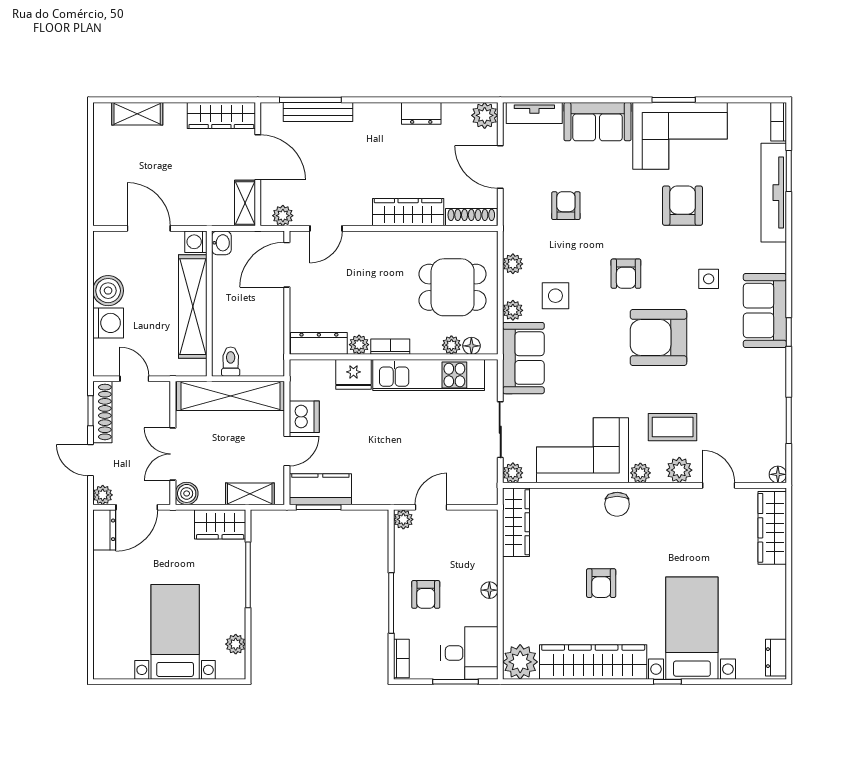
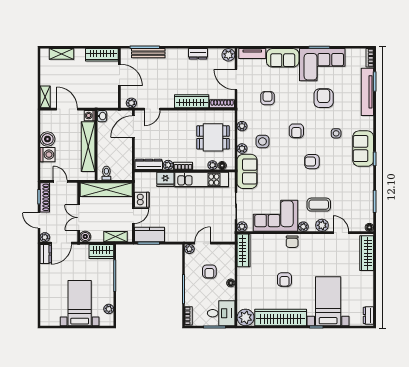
shelving: (245, 203) -> (45, 97), moved
armchair: (658, 338) -> (312, 162), width x0.53, depth x0.53
armchair: (426, 594) -> (209, 272), moved

